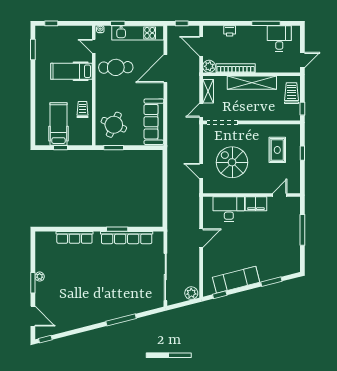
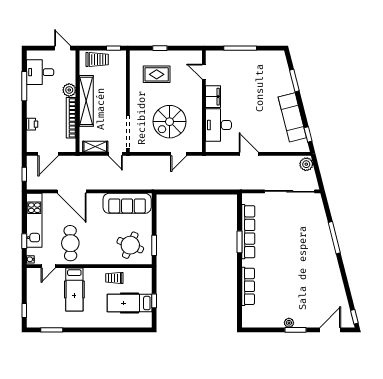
plant: (209, 66) -> (69, 90), moved
trolley: (291, 93) -> (97, 59), turned 180

